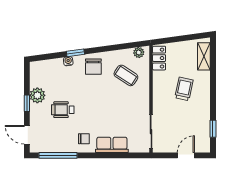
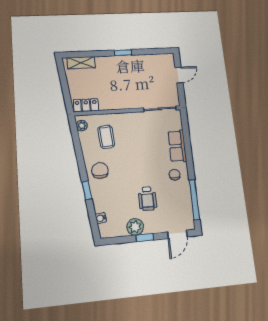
water cooler: (68, 61) -> (101, 218), moved
chair: (93, 67) -> (100, 171), turned -90
coffee table: (126, 75) -> (106, 137), turned -38
trolley: (184, 89) -> (115, 80), removed
window: (213, 129) -> (123, 53), moved
door: (186, 155) -> (179, 75), swing flipped

